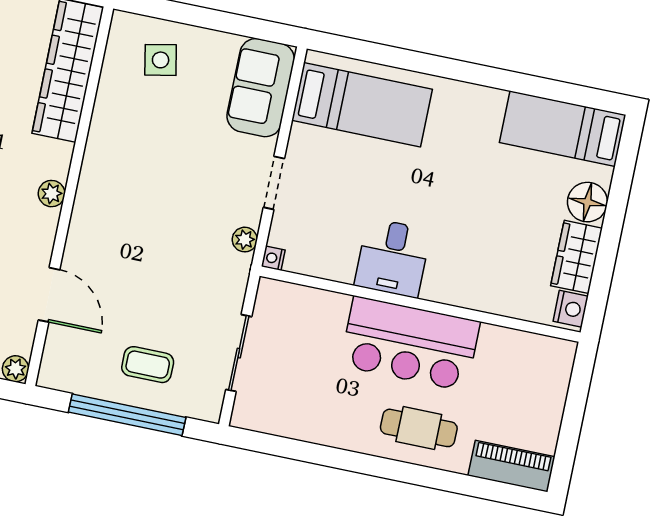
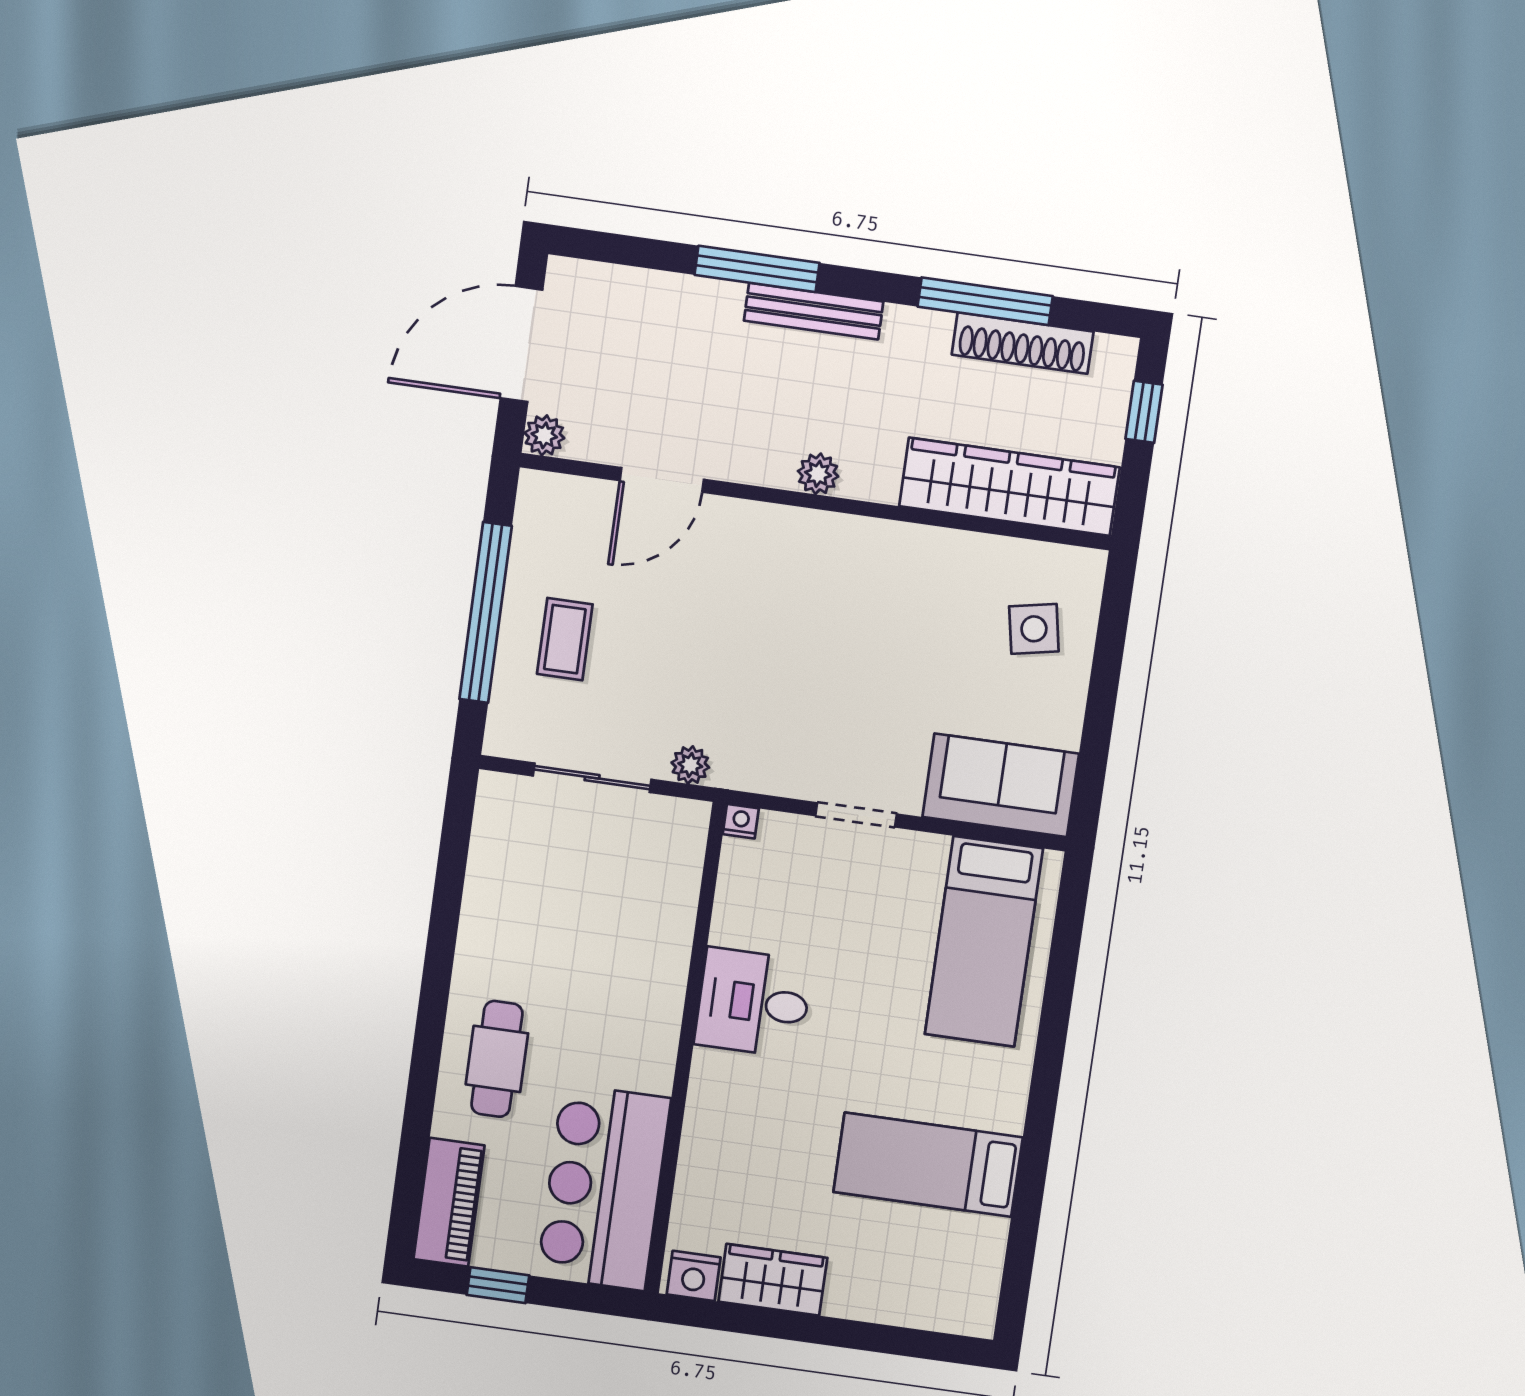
bed: (563, 129) -> (928, 1165), moved, turned -90
floor lamp: (587, 202) -> (857, 1291), removed
plant: (245, 240) -> (690, 765), moved
bar counter: (410, 344) -> (604, 1187), moved
window: (569, 438) -> (498, 1285), added

